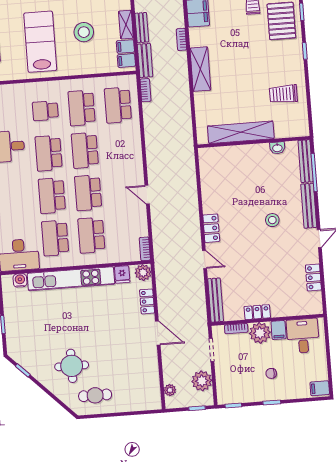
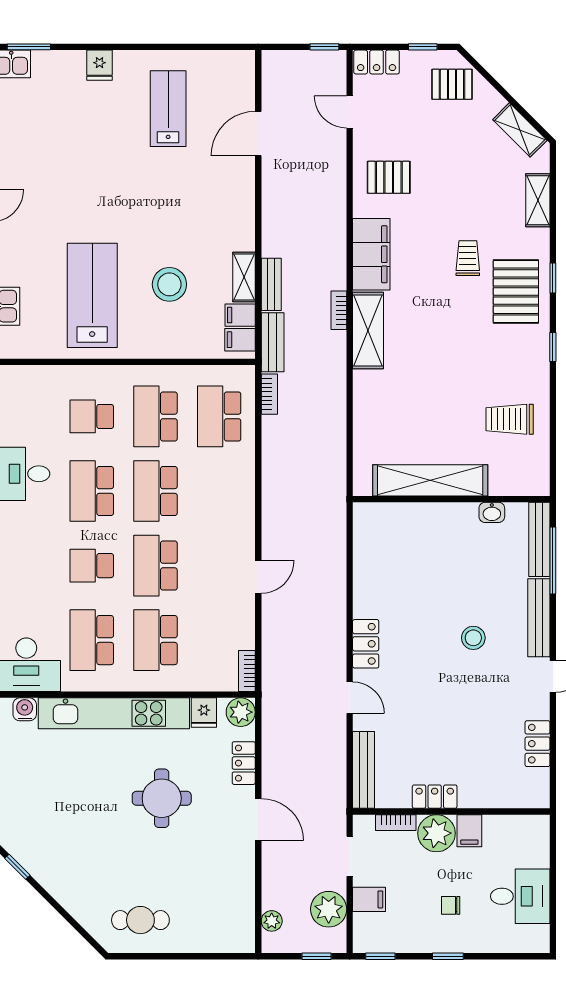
shelving: (200, 69) -> (368, 331), moved
door: (147, 195) -> (258, 577), swing flipped
school desk: (52, 196) -> (92, 566), width x0.54
desk: (303, 336) -> (520, 896), moved, turned 90
round table: (72, 366) -> (162, 798), moved
filing cabinet: (320, 388) -> (369, 899), moved, turned 180

